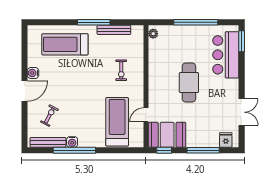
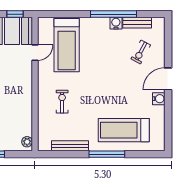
window: (94, 22) -> (107, 154), moved
treadmill: (65, 44) -> (124, 130), turned 180
bench: (48, 142) -> (137, 23), width x0.73

